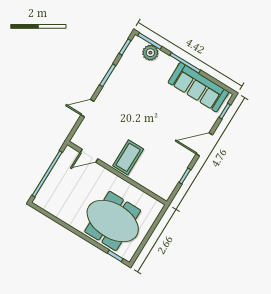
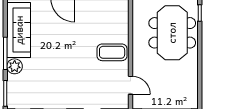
plant: (150, 53) -> (15, 66), moved

